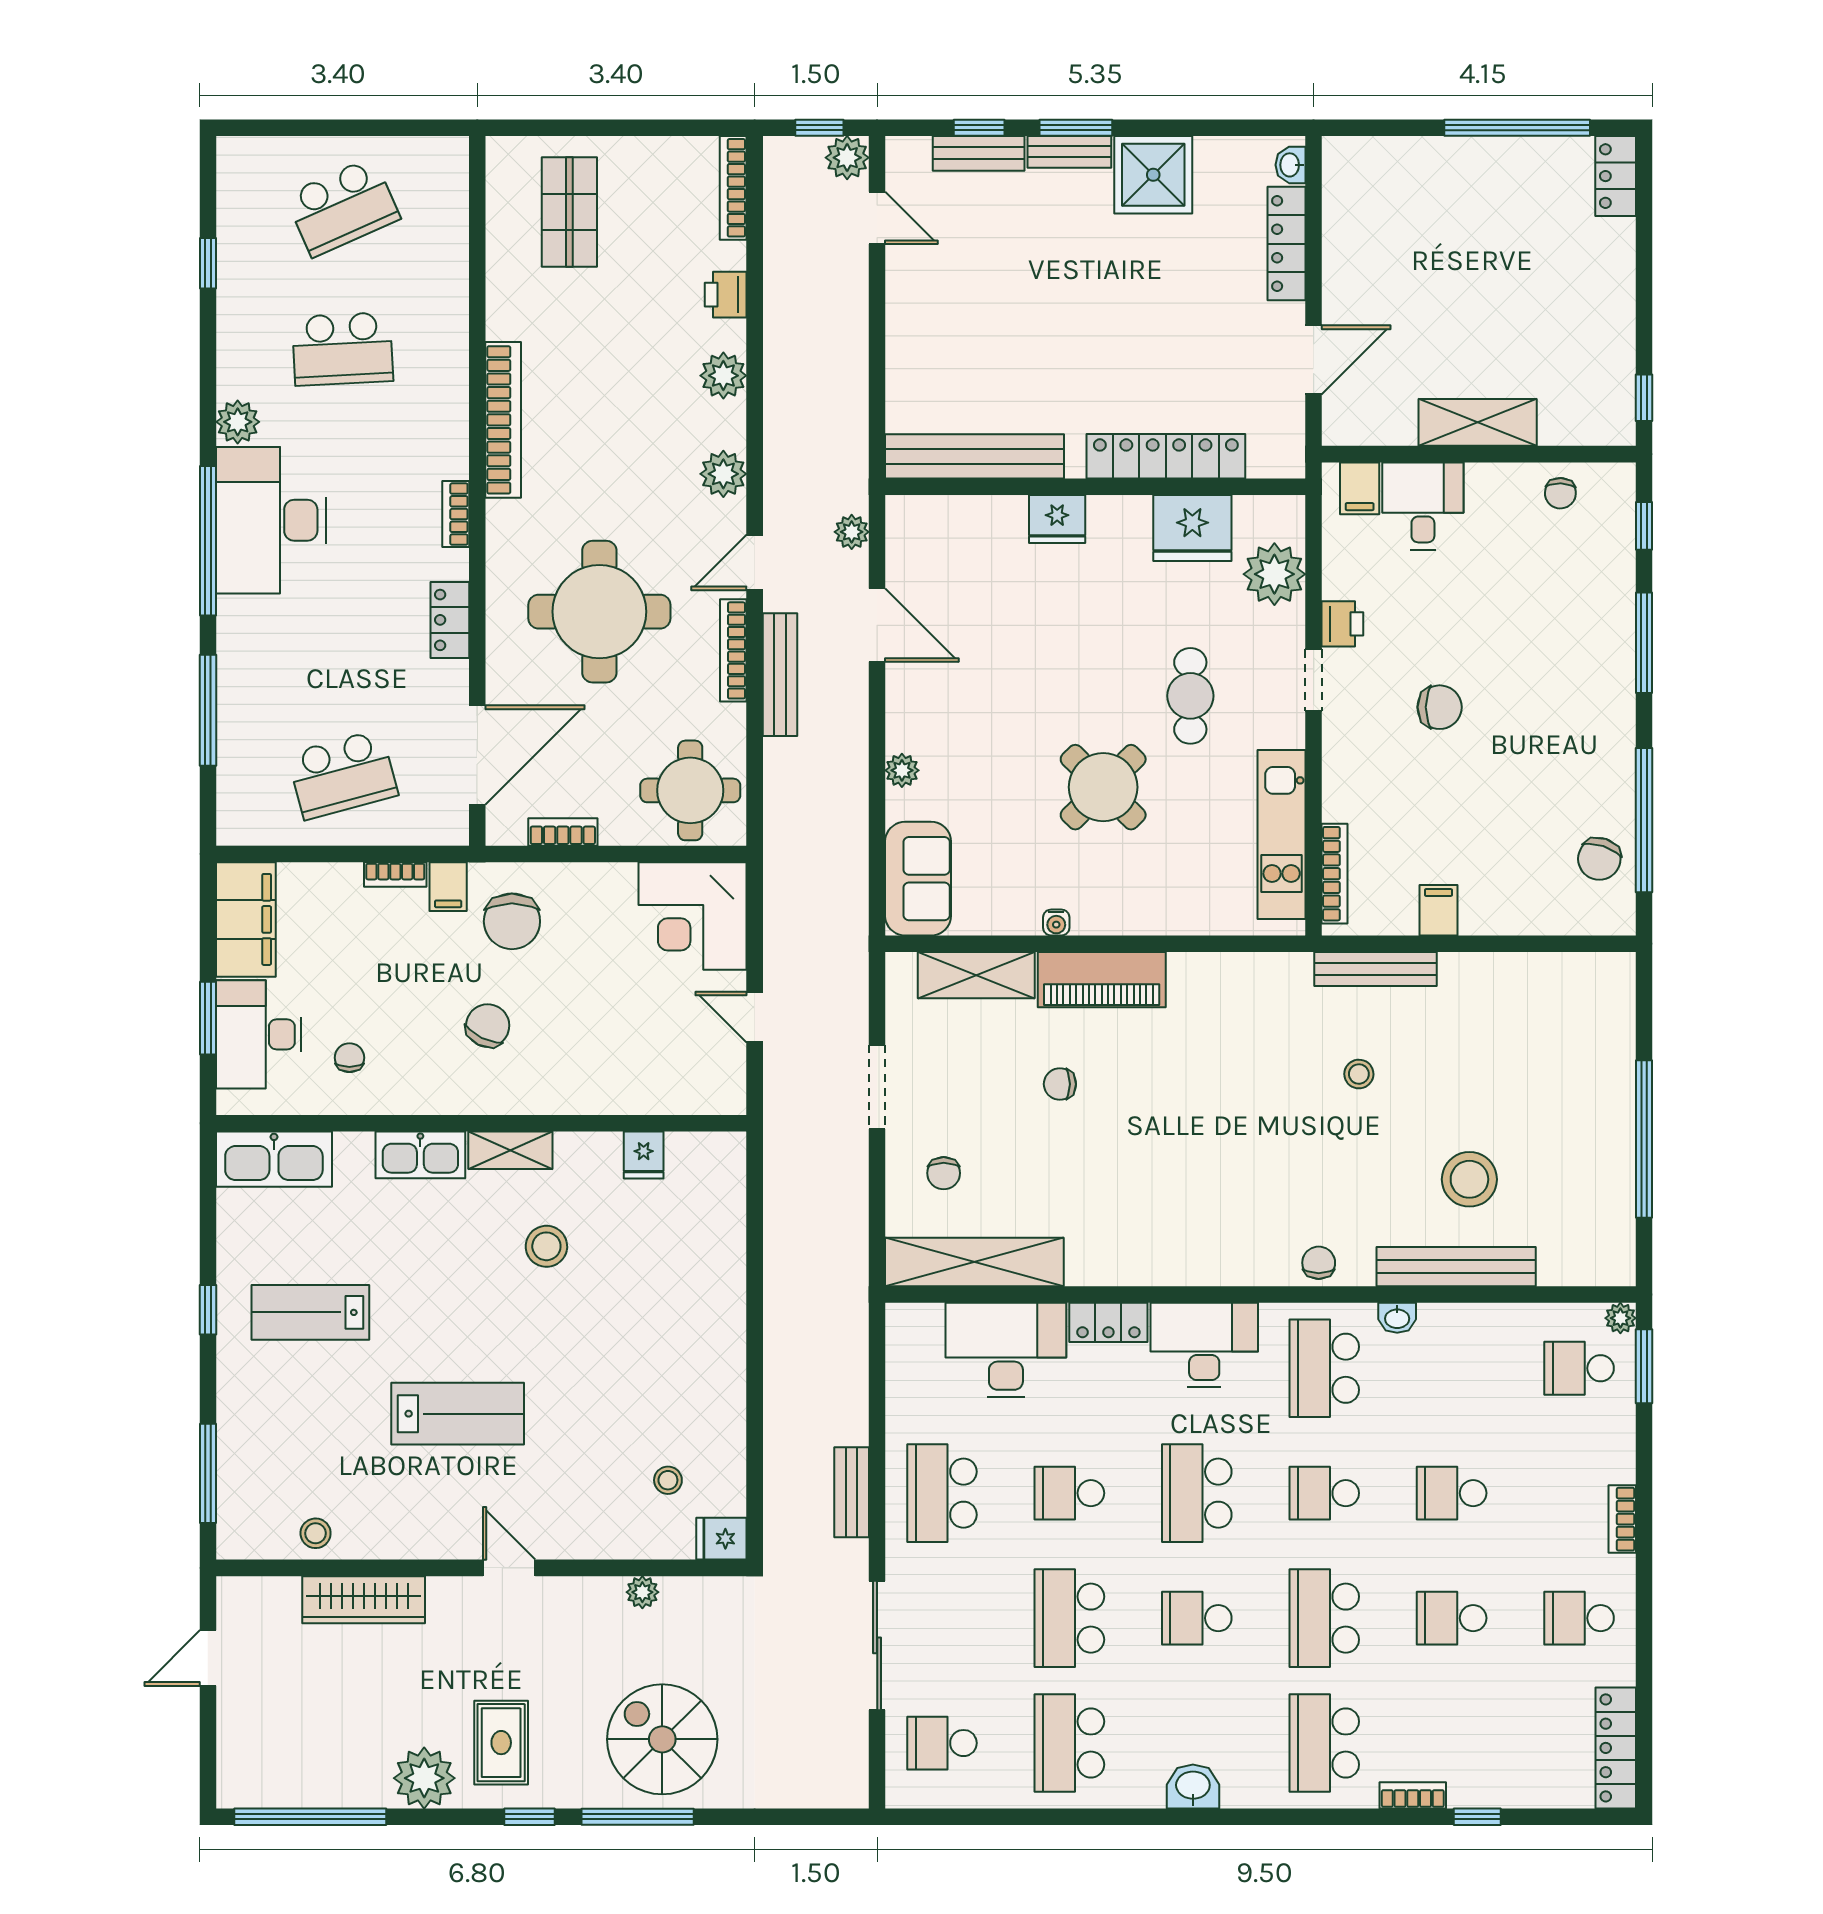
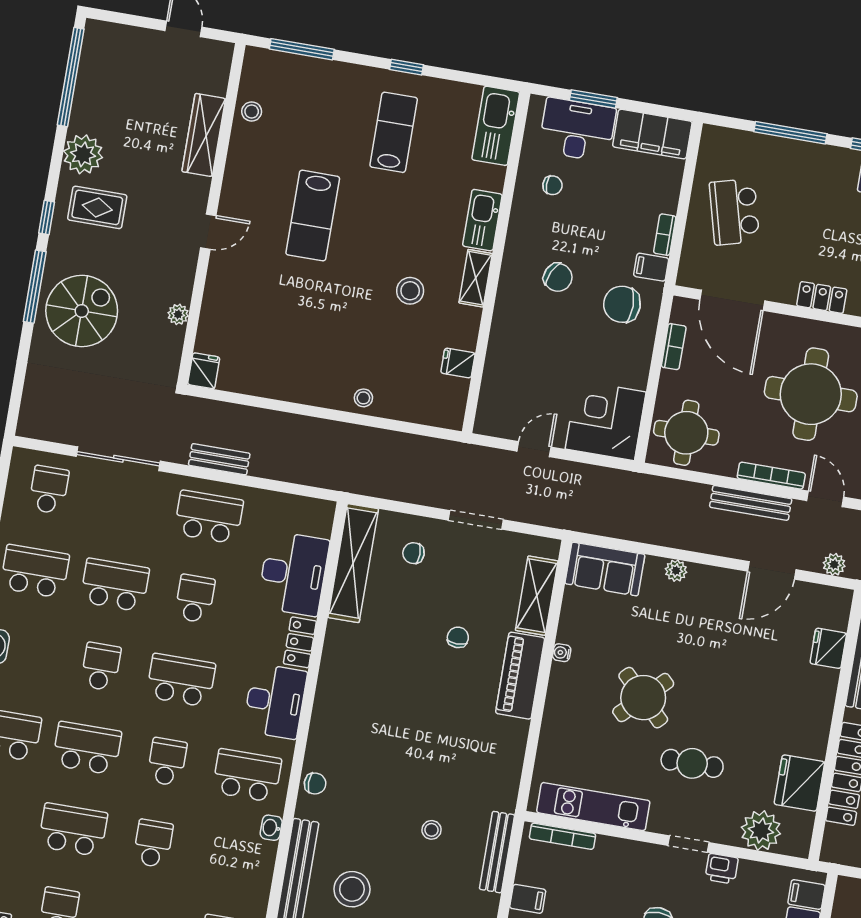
fridge: (1057, 519) -> (828, 648), moved
stool: (668, 1480) -> (363, 398), moved
school desk: (1452, 1618) -> (73, 830), width x1.85

